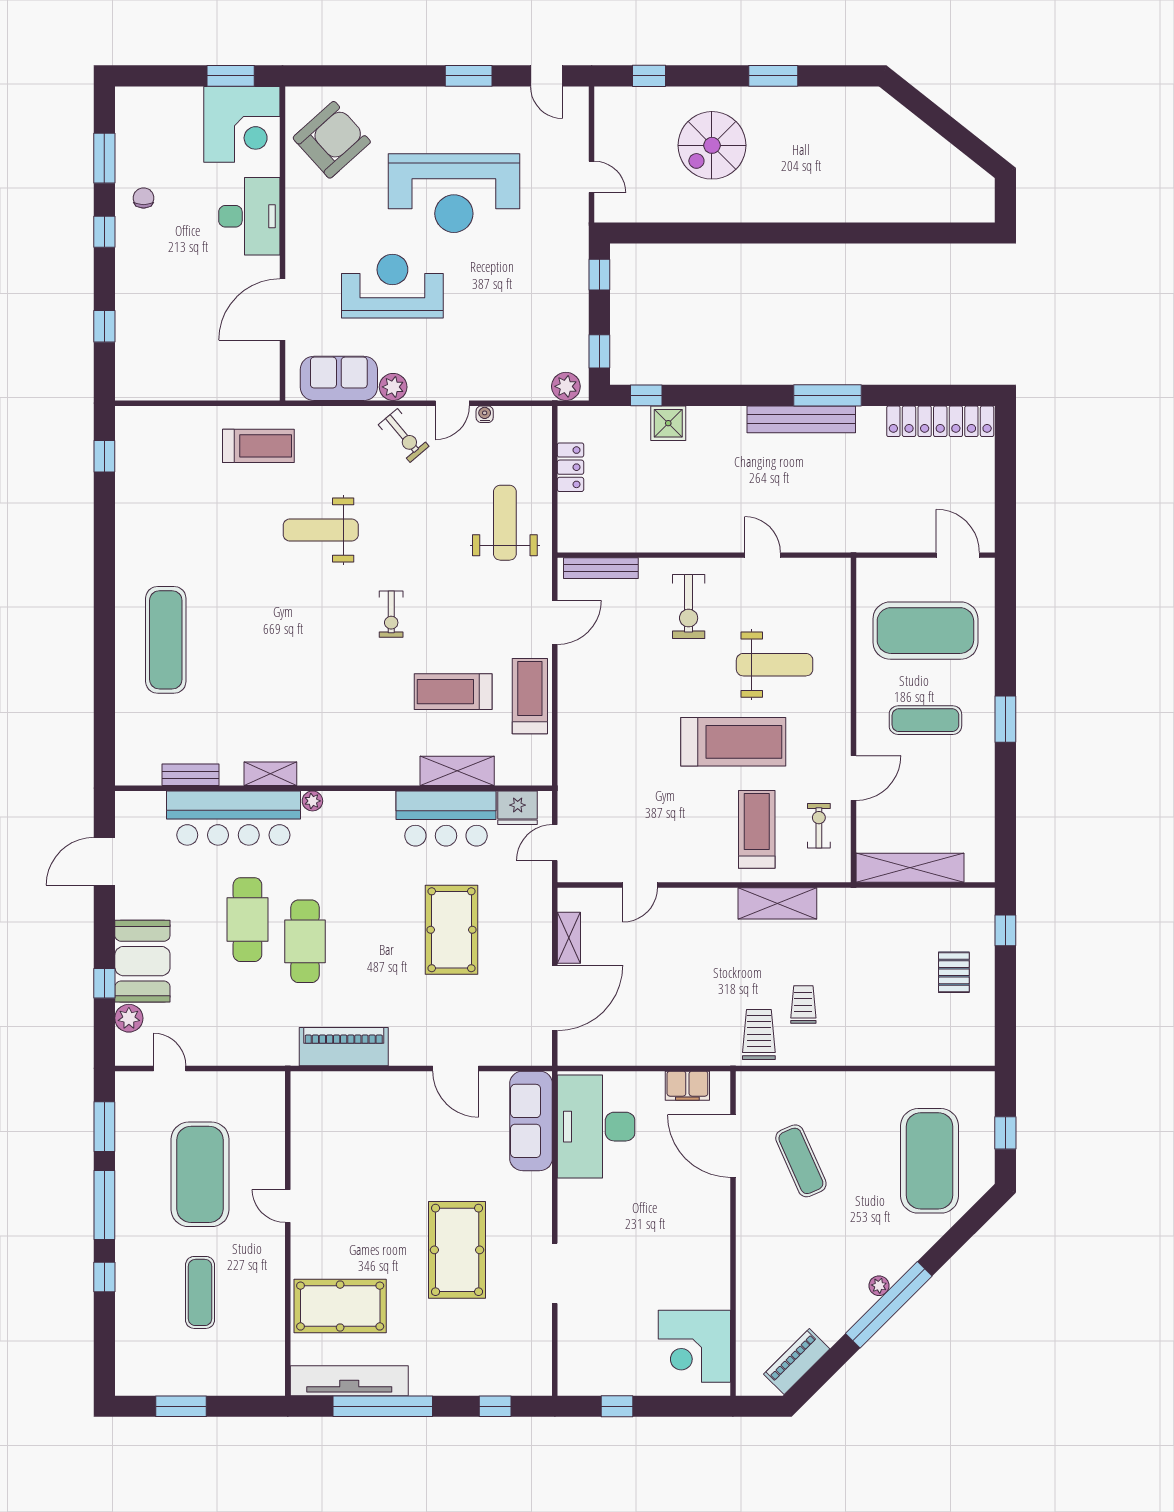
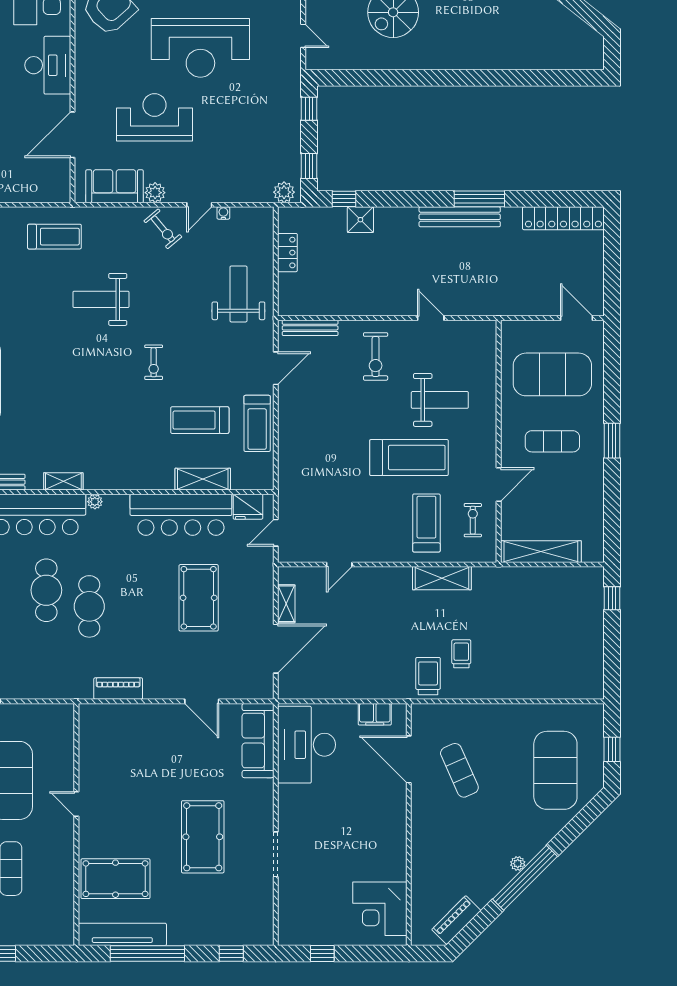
treadmill: (530, 696) -> (257, 423), turned 180
bar counter: (446, 819) -> (181, 515), width x1.36
pallet: (954, 972) -> (574, 630), removed
piano: (344, 1047) -> (118, 689), width x0.73, depth x0.75

